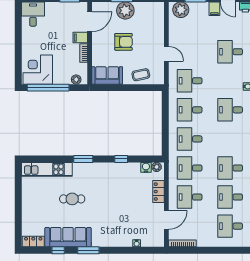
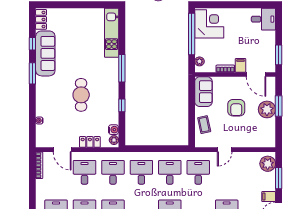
window: (83, 159) -> (122, 68), width x1.44
cafe table: (72, 199) -> (81, 95), moved, width x1.37, depth x1.35

